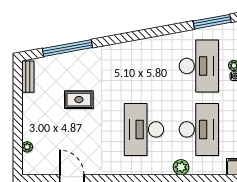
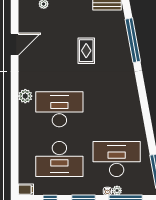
desk: (199, 66) -> (117, 159), turned 180
plant: (181, 167) -> (25, 96), moved

